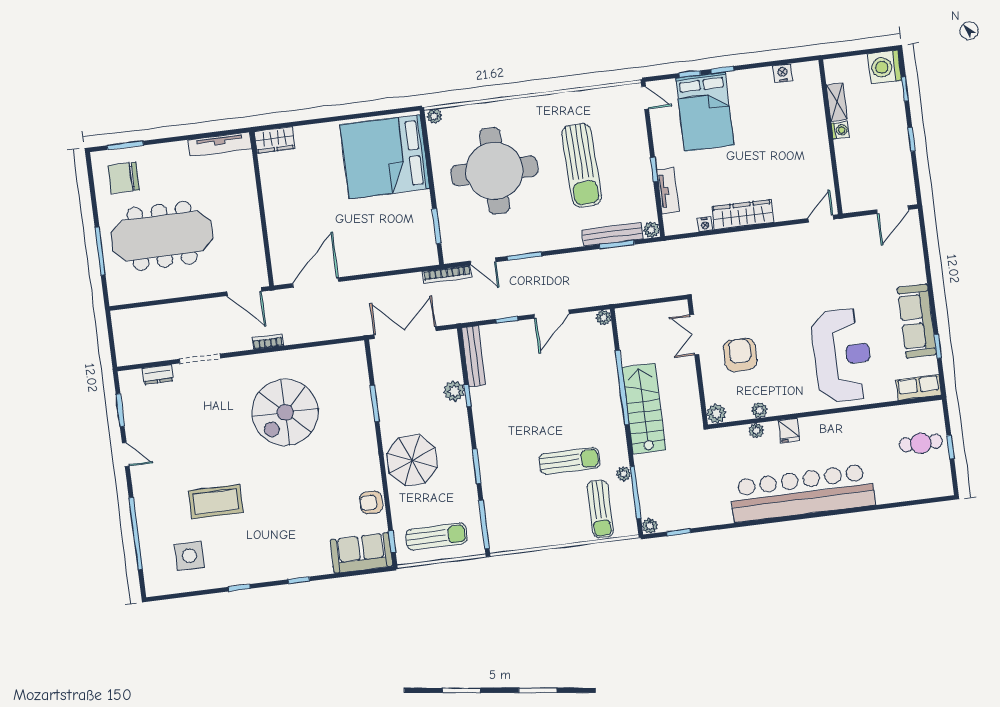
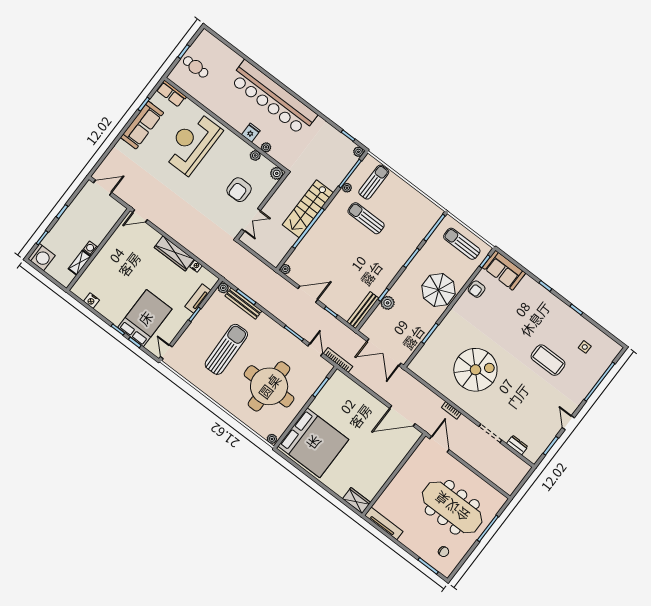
chair: (123, 178) -> (444, 552), width x0.54, depth x0.54
armchair: (371, 502) -> (477, 289), turned 90
side table: (189, 556) -> (585, 347), width x0.54, depth x0.54

